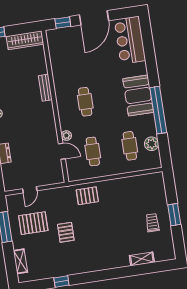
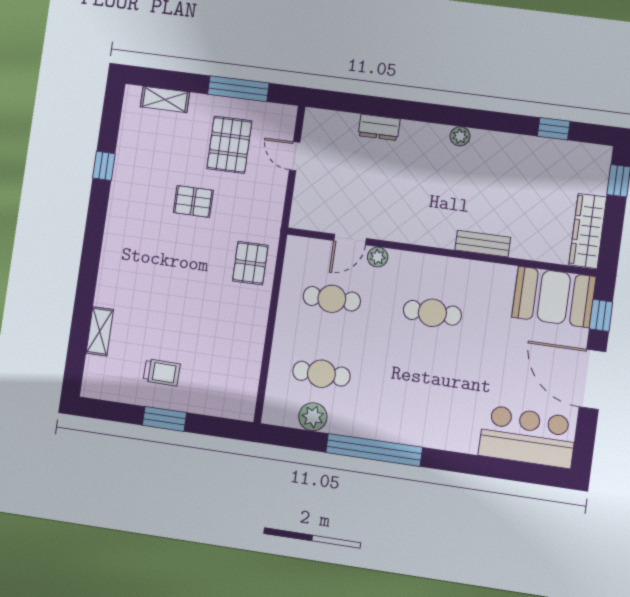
booth: (138, 95) -> (554, 297), moved

